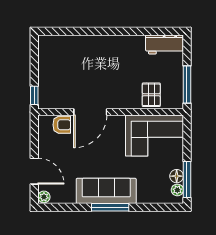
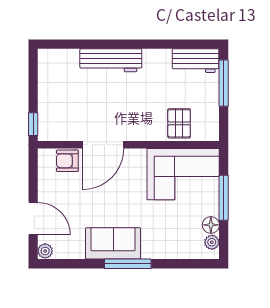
workbench: (97, 44) -> (111, 60), added
window: (187, 85) -> (224, 83), moved
armchair: (62, 125) -> (67, 161), turned 180
window: (187, 180) -> (224, 198), moved
sofa: (106, 191) -> (113, 243), width x0.73

